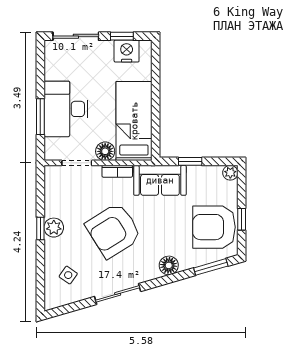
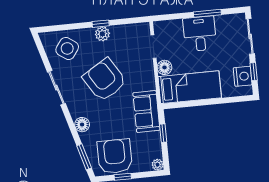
desk: (66, 109) -> (200, 34), width x0.73
window: (40, 117) -> (207, 13), moved
bookcase: (117, 171) -> (150, 78), removed
side table: (68, 275) -> (67, 48), width x1.87, depth x1.87

